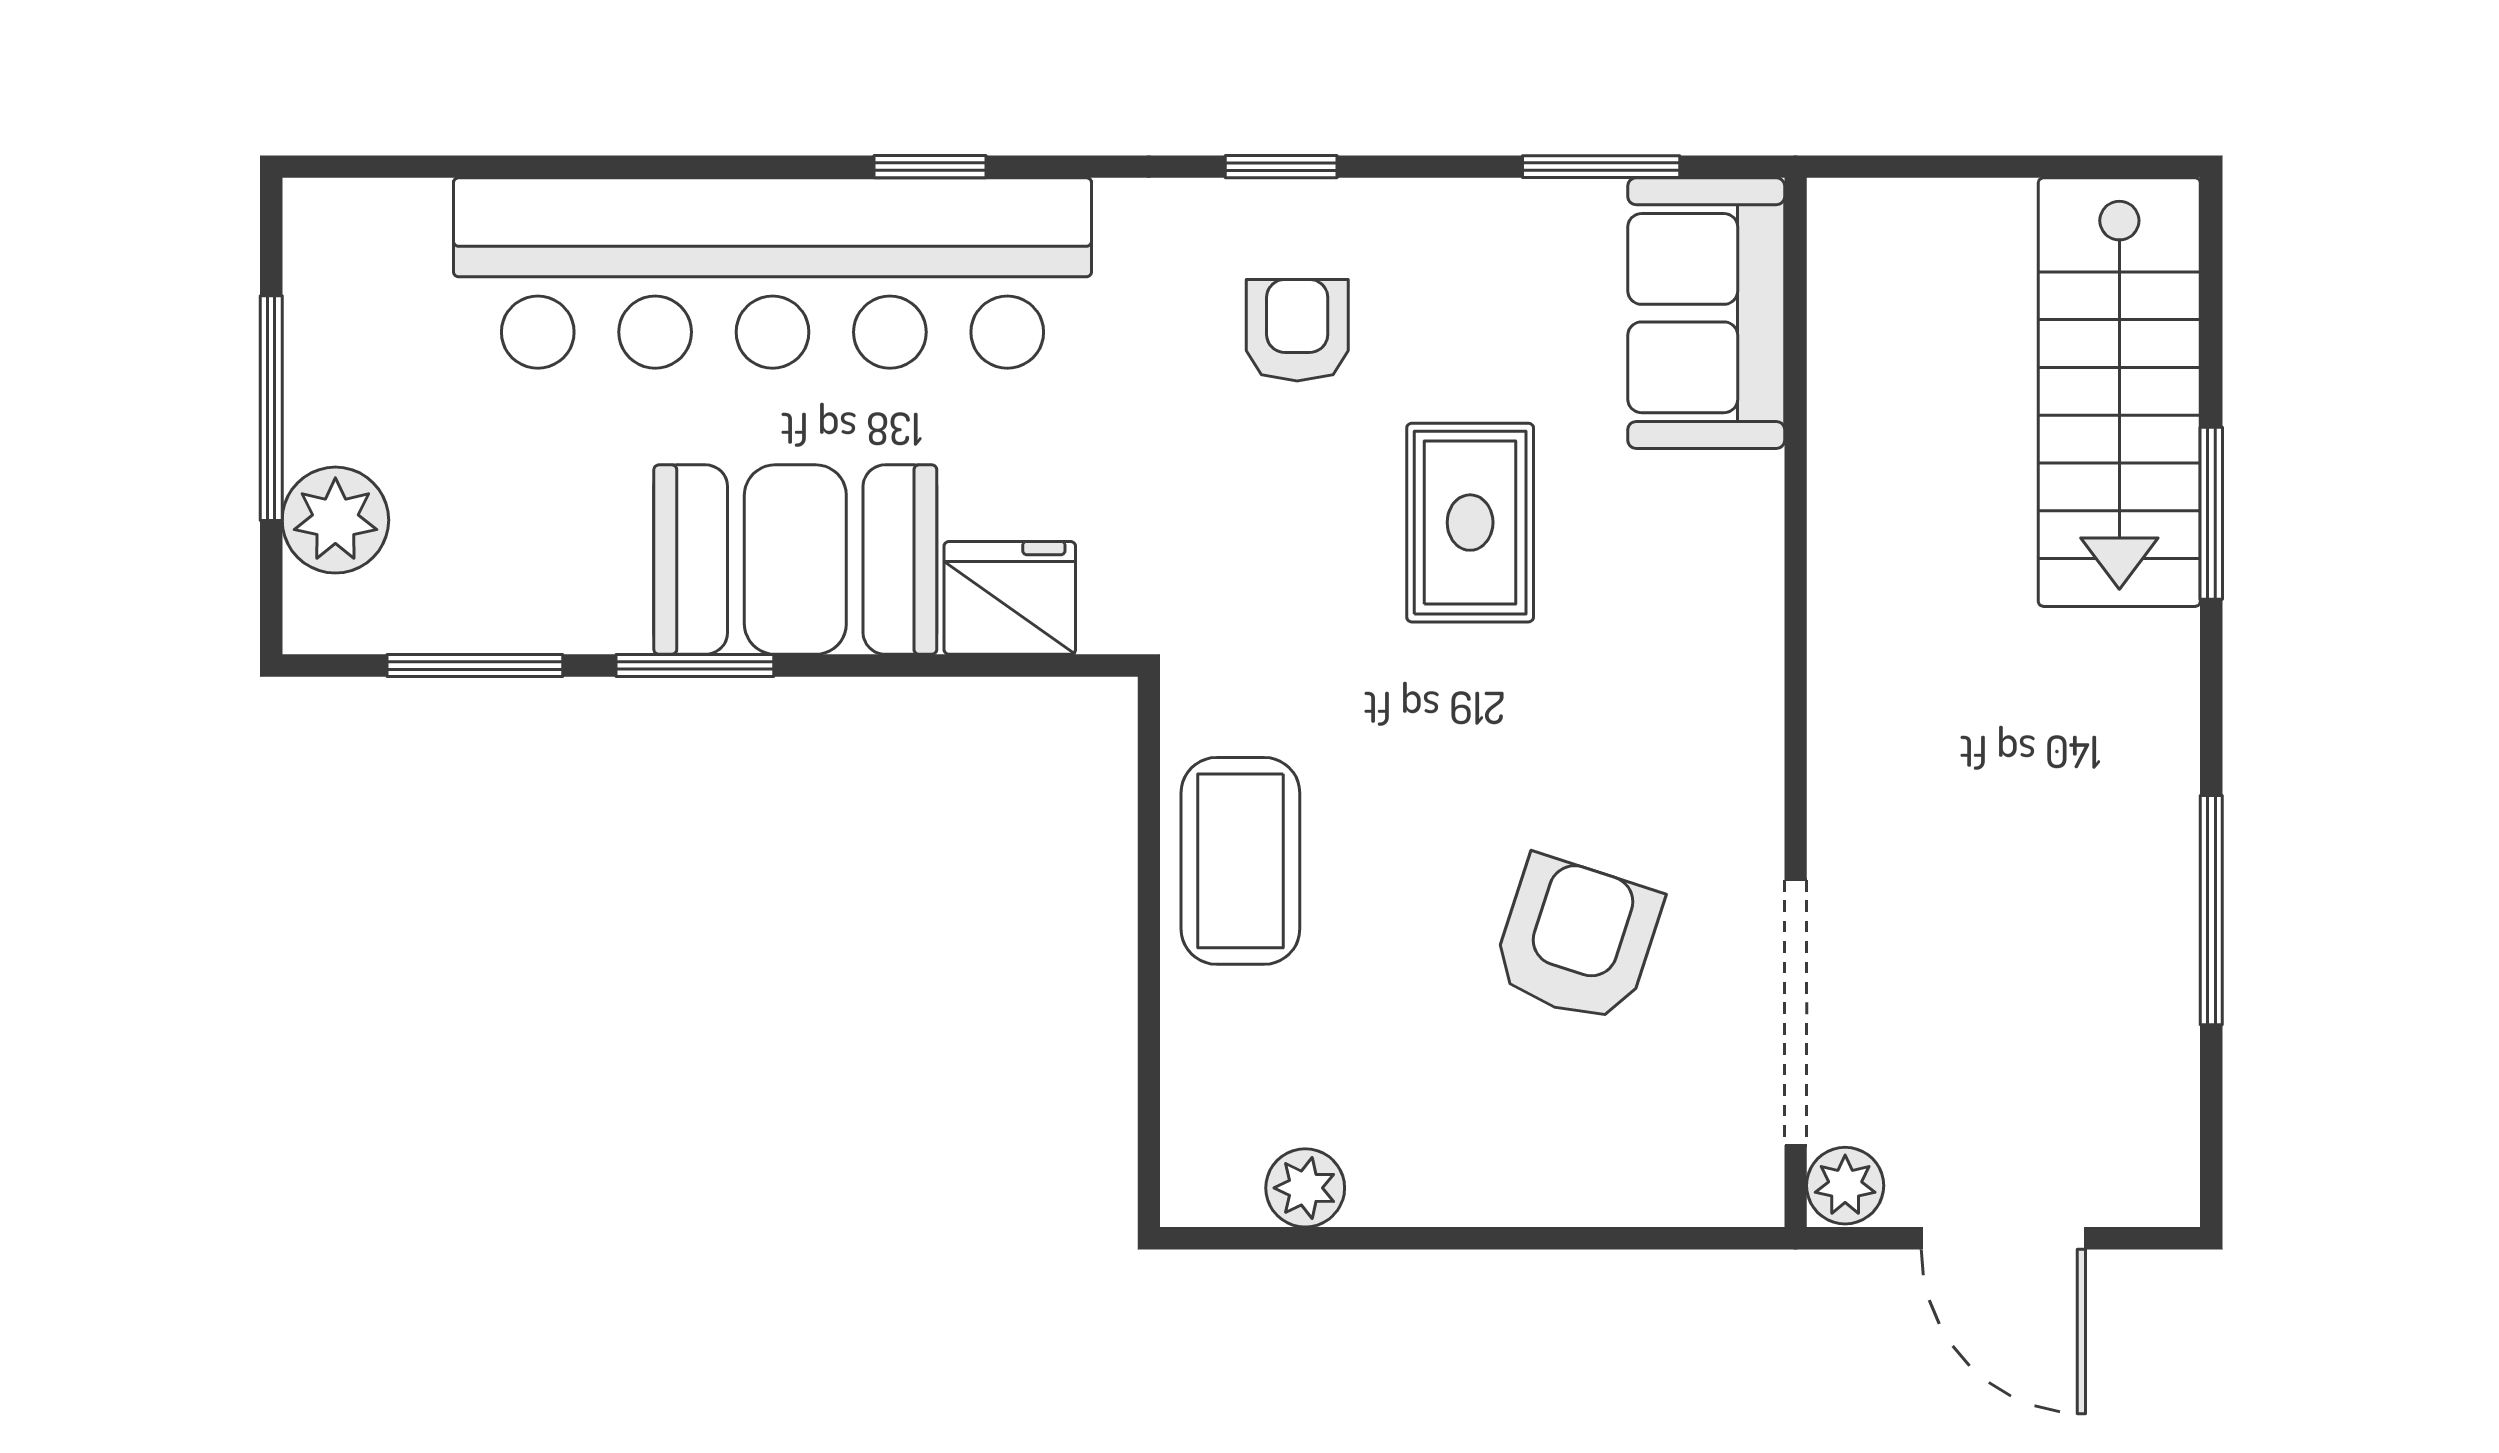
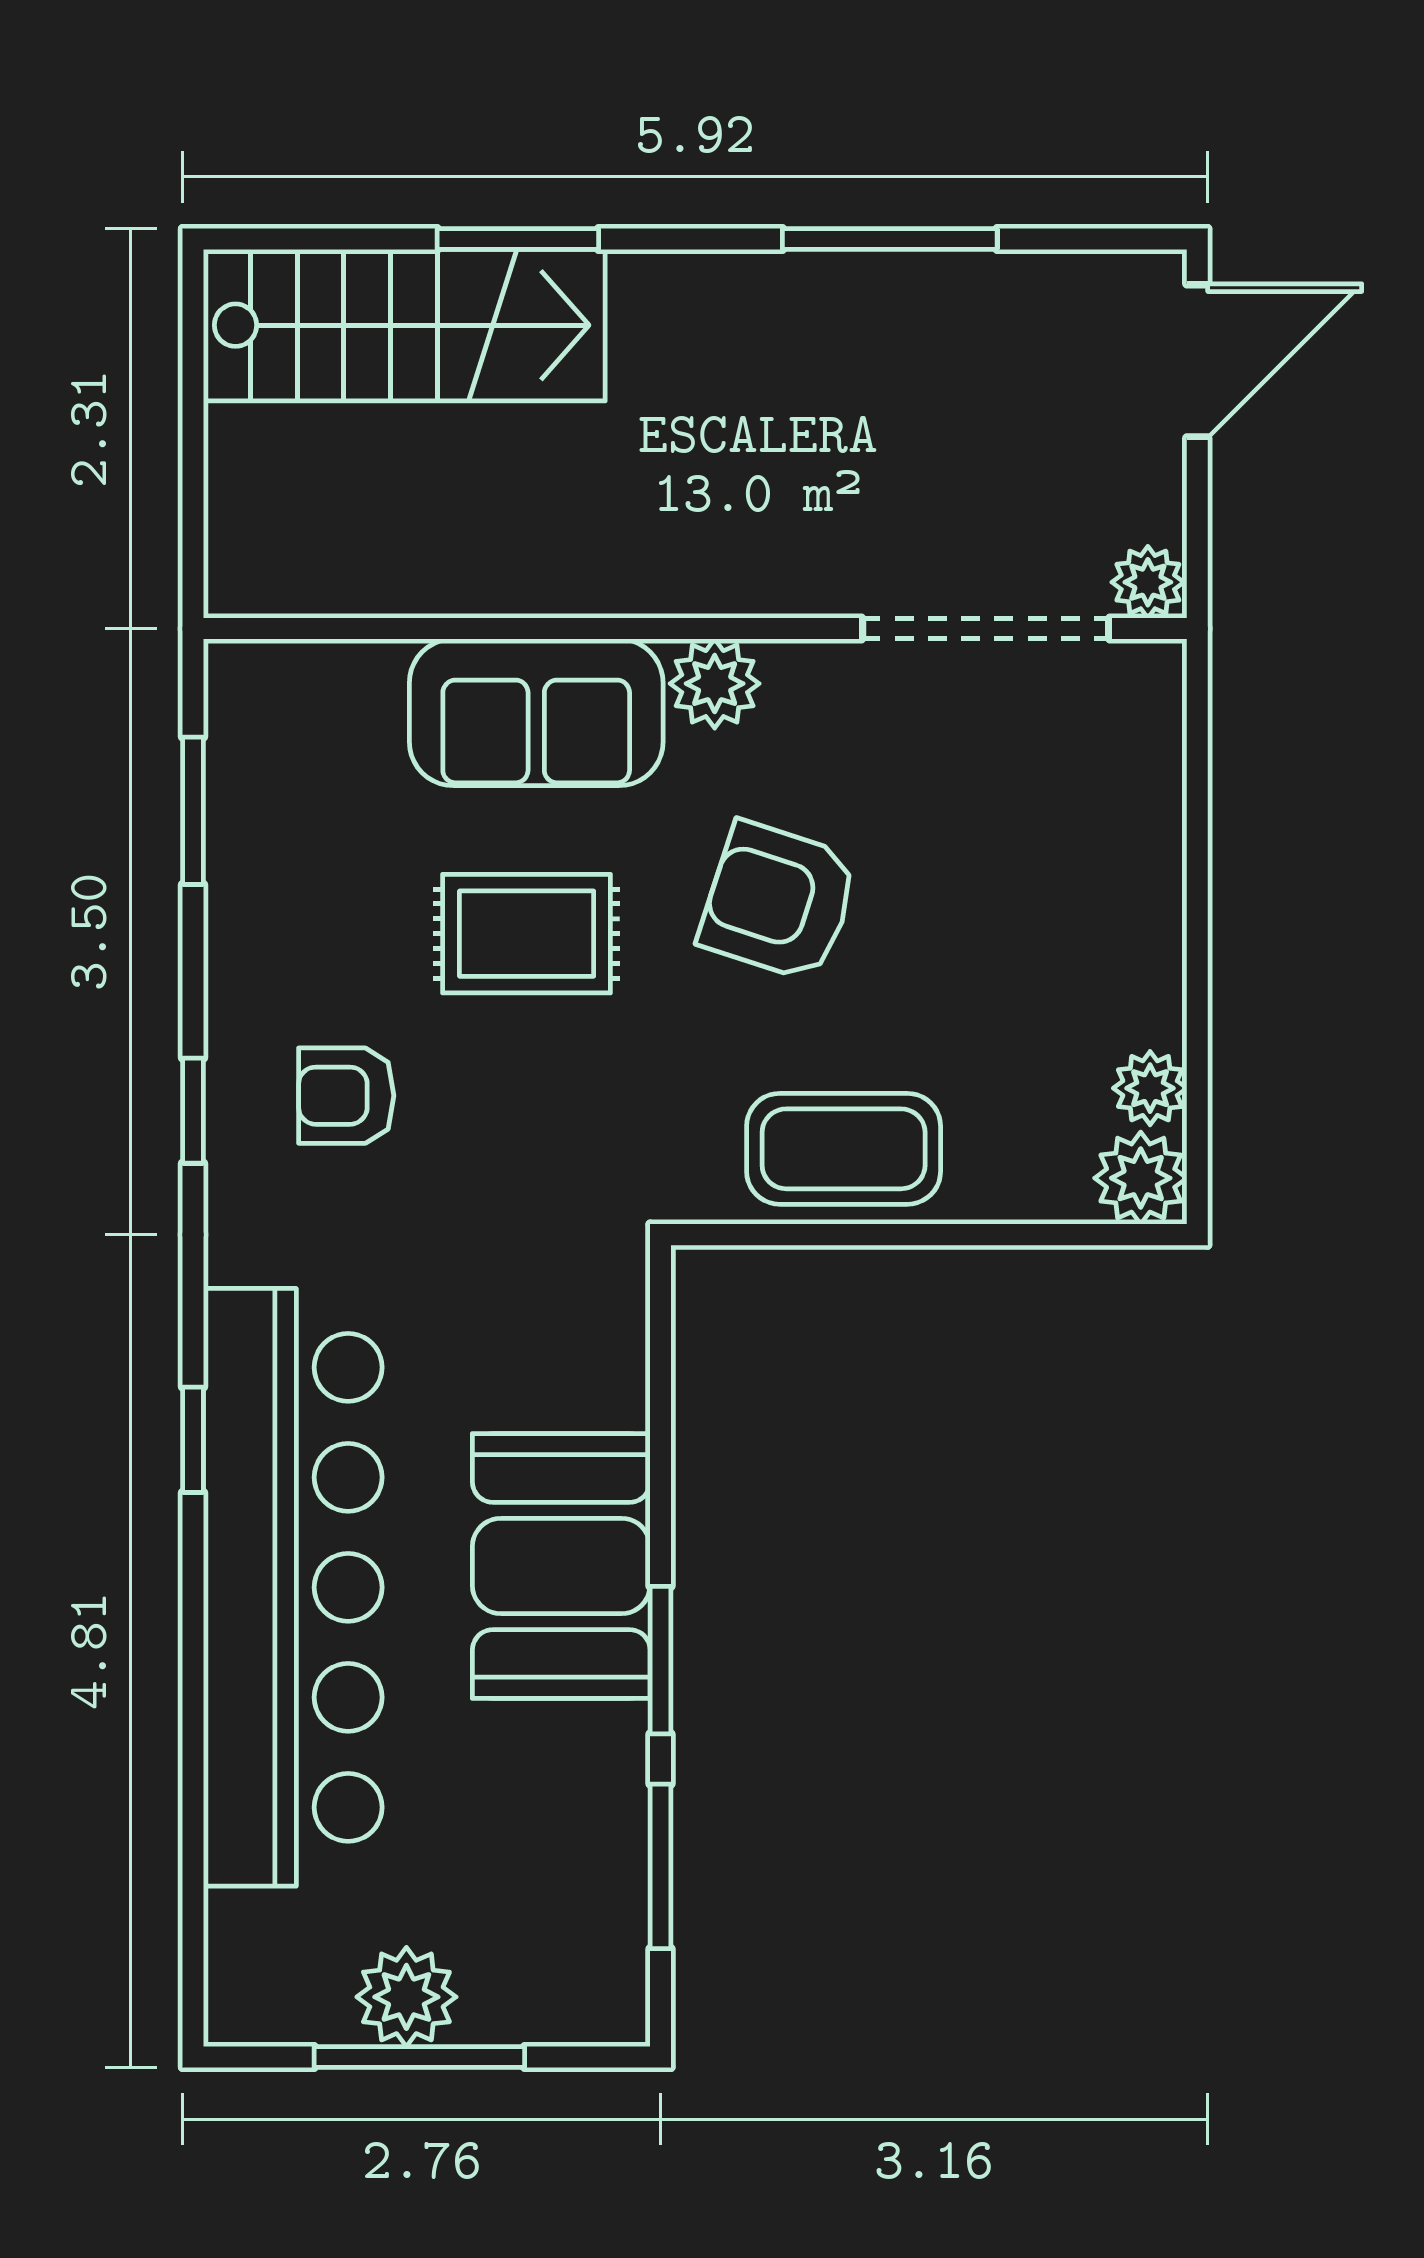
sofa: (1706, 313) -> (536, 712), moved
plant: (335, 520) -> (406, 1997), moved
fridge: (1010, 598) -> (597, 1365), removed
plant: (1737, 723) -> (715, 684), added
armchair: (1577, 940) -> (779, 901), moved
plant: (1209, 1178) -> (1141, 1178), added
door: (2003, 1238) -> (1197, 361), moved

